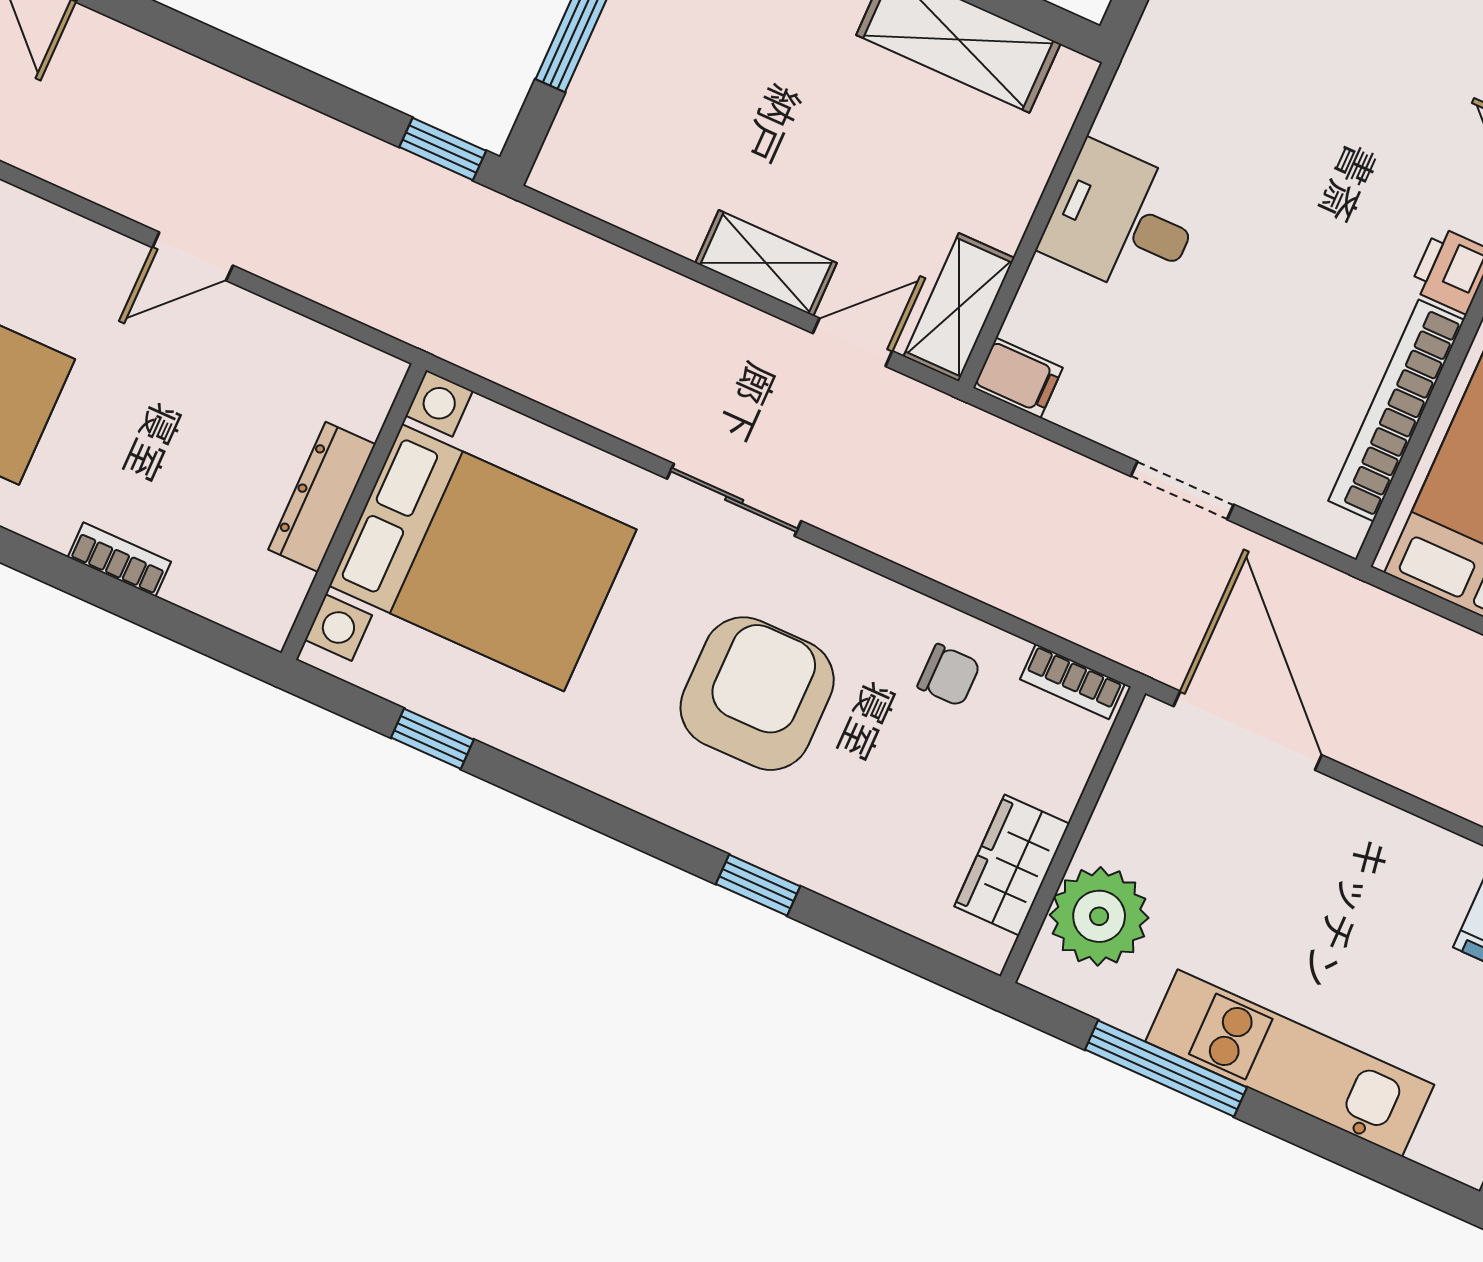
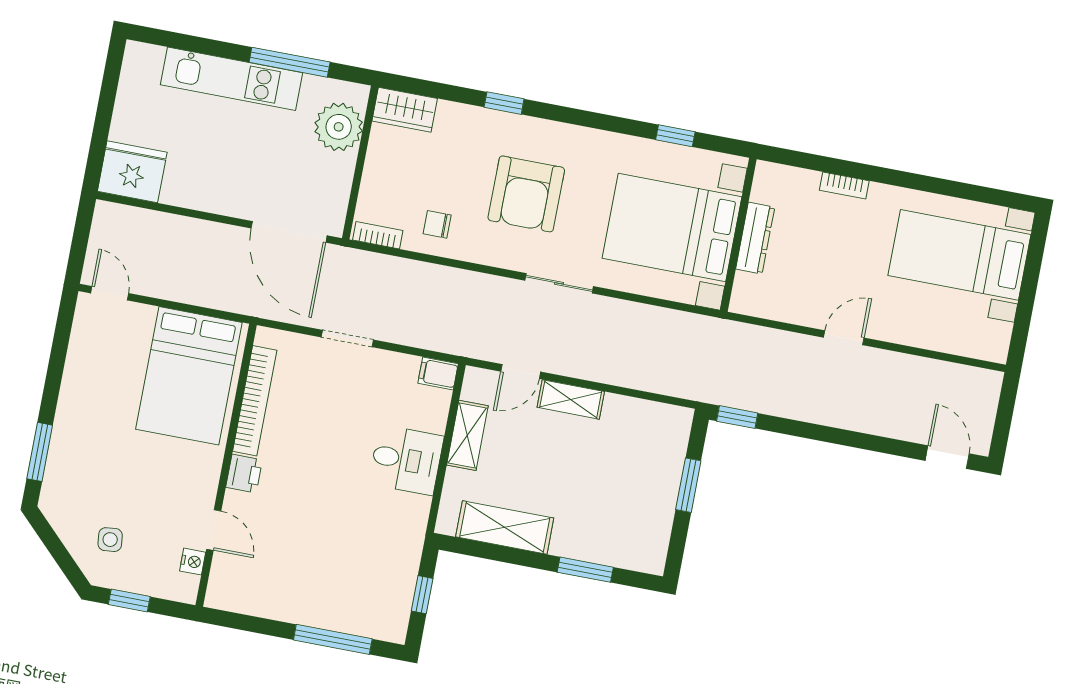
shelving: (959, 307) -> (467, 435), moved
wardrobe: (1012, 865) -> (405, 110), moved, turned 90

